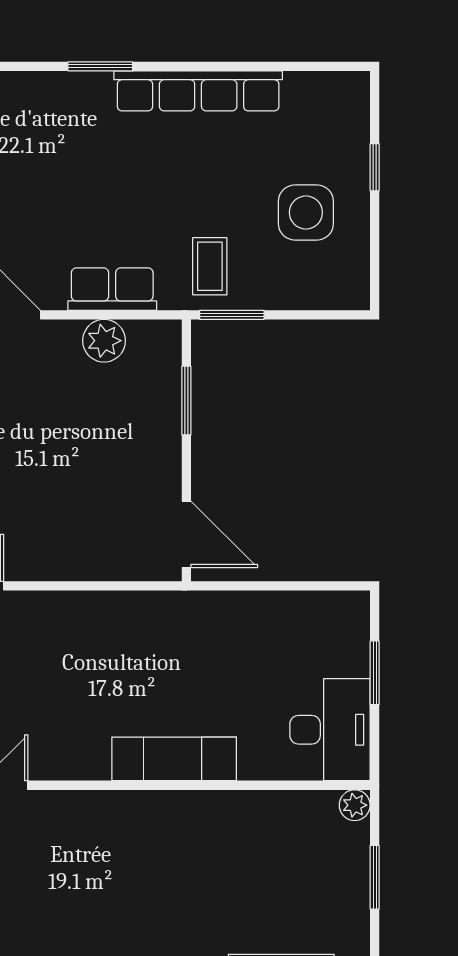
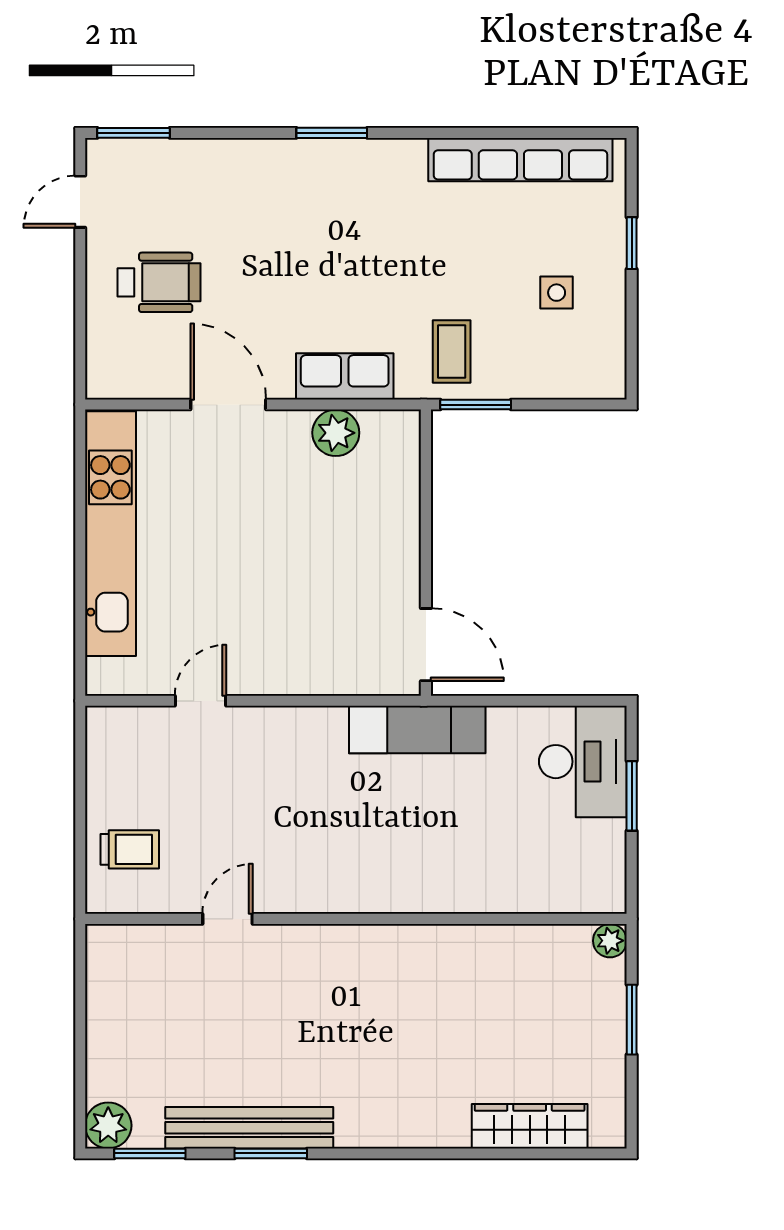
row of seats: (198, 91) -> (520, 160), moved
side table: (306, 212) -> (557, 293), width x0.54, depth x0.54
window: (186, 401) -> (426, 498), removed
desk: (330, 730) -> (583, 762), moved
exam couch: (174, 759) -> (417, 730), moved, turned 180

